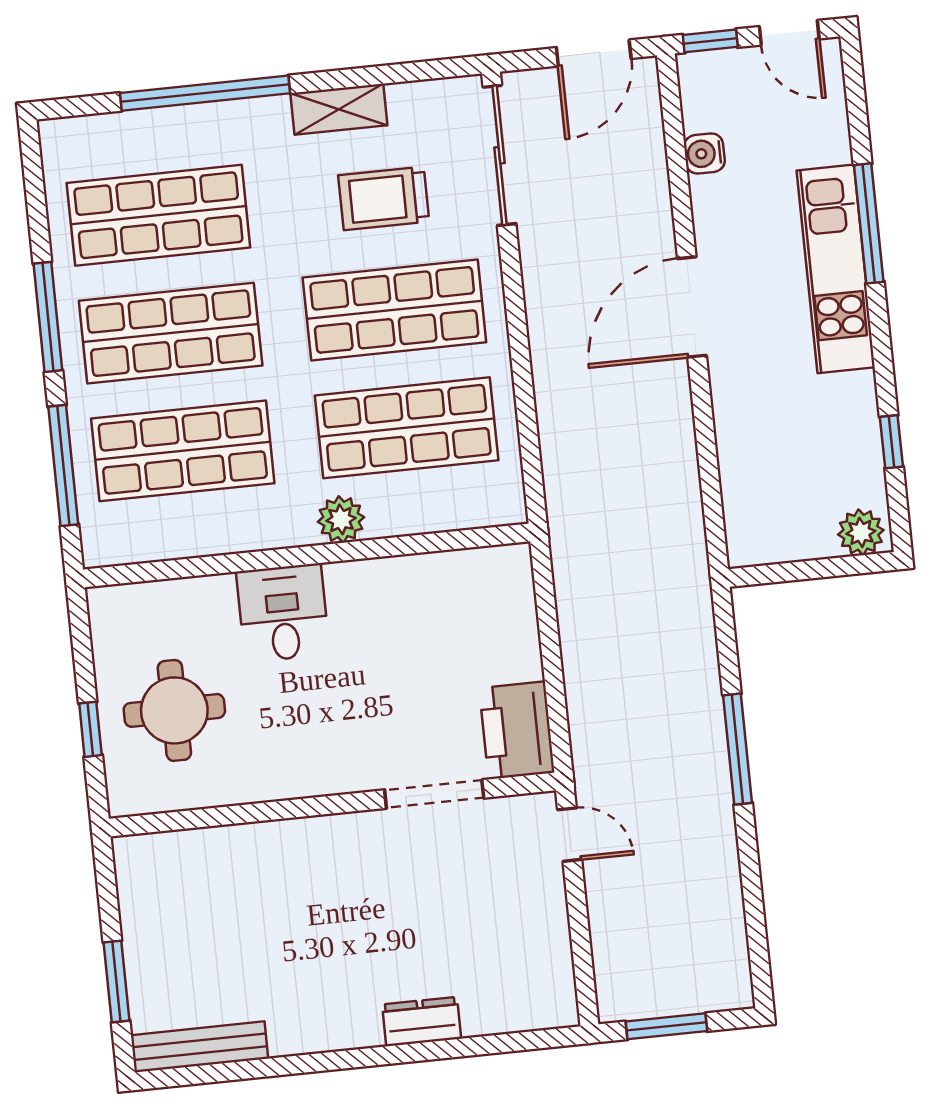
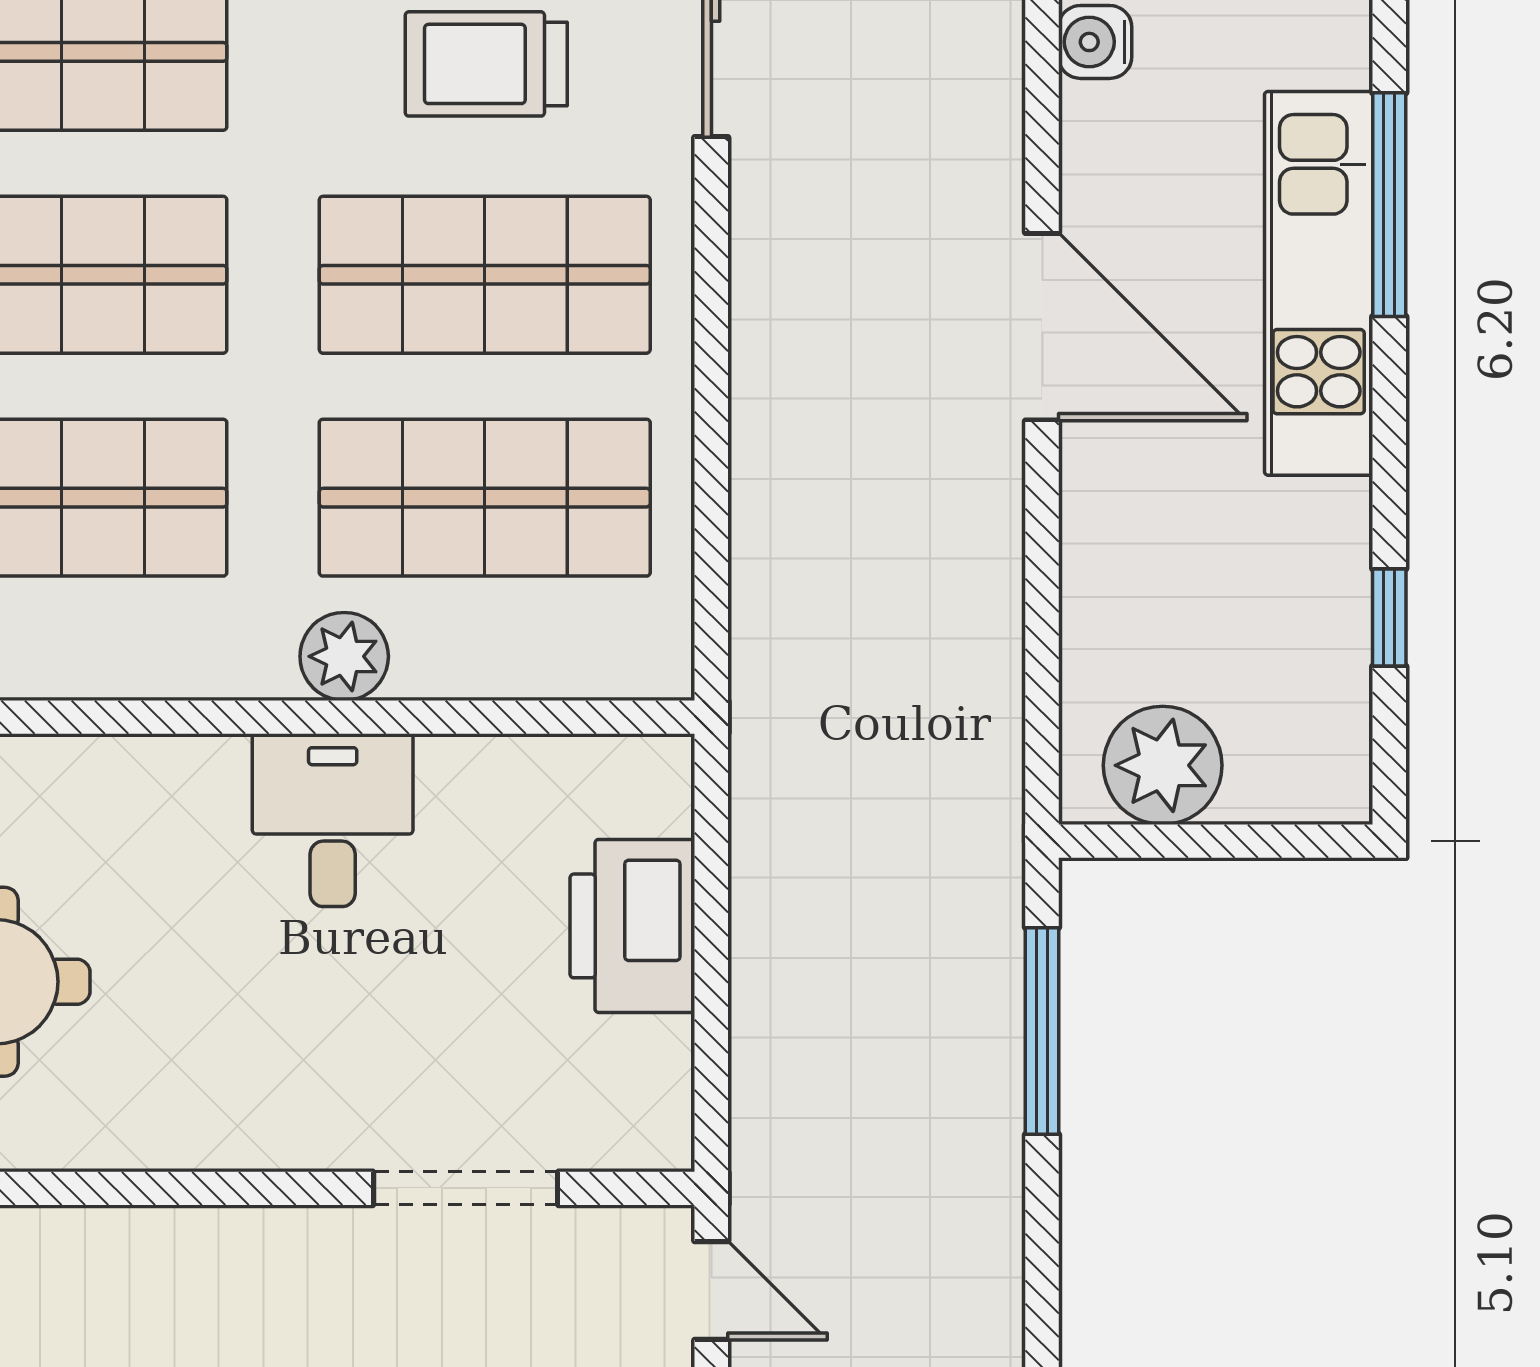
door: (692, 307) -> (1042, 327), swing flipped
plant: (861, 532) -> (1163, 765), moved, width x1.36, depth x1.36
desk: (283, 613) -> (333, 820), moved
printer: (517, 730) -> (632, 926), moved
window: (738, 749) -> (1042, 1031), moved

